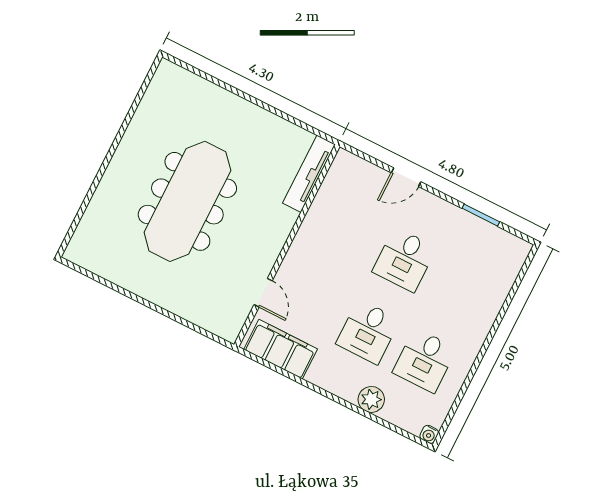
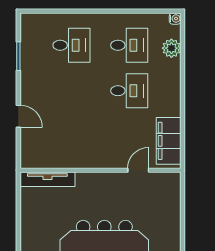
desk: (404, 260) -> (72, 45), moved
plant: (371, 399) -> (171, 48), moved

